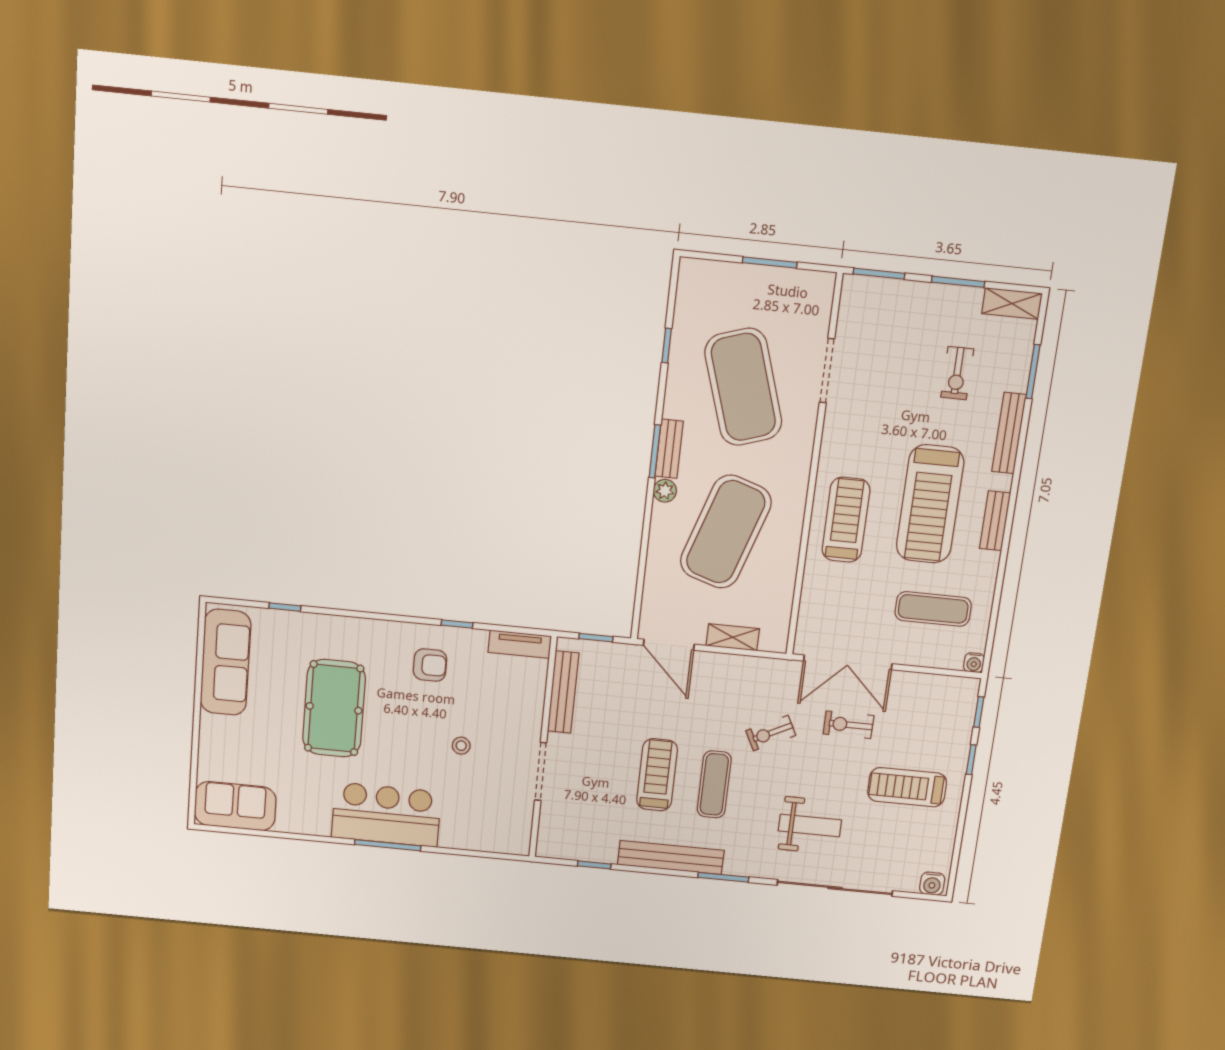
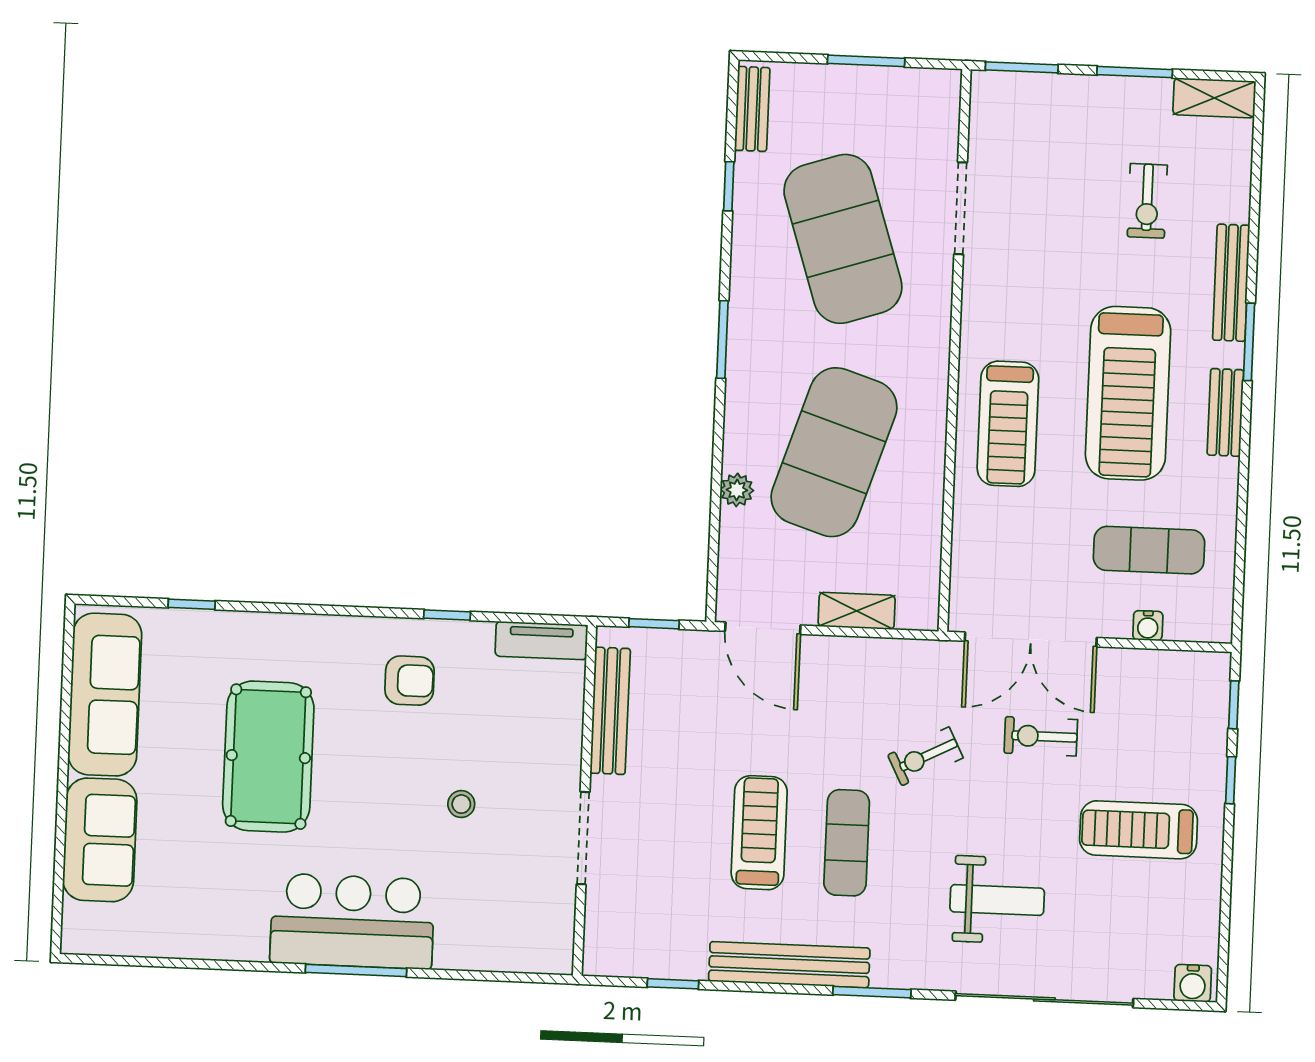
window: (1033, 372) -> (1249, 342), moved
bench: (669, 449) -> (752, 109), moved
plant: (665, 491) -> (737, 490), moved
treadmill: (846, 520) -> (1008, 424), turned 180
water cooler: (974, 663) -> (1148, 626), moved
sofa: (235, 806) -> (100, 840), moved, turned 90

